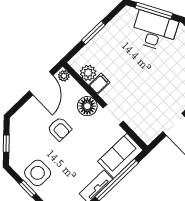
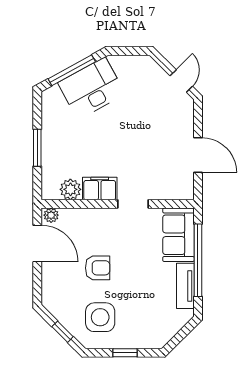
filing cabinet: (99, 84) -> (100, 189), width x2.00
floor lamp: (87, 106) -> (101, 221), removed
side table: (38, 173) -> (100, 317), moved

